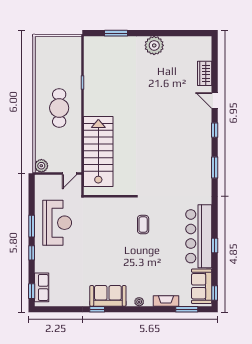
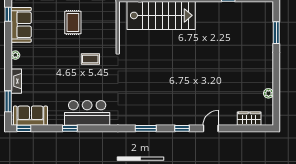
plant: (154, 45) -> (268, 93), moved, width x0.53, depth x0.53
wardrobe: (205, 73) -> (249, 119), moved
bar counter: (199, 236) -> (87, 113), width x0.73
rug: (106, 243) -> (73, 22), added

